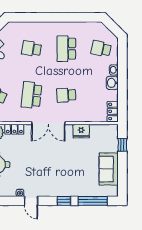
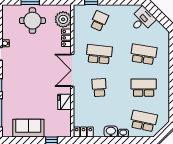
school desk: (32, 49) -> (144, 54), width x1.85
school desk: (101, 49) -> (144, 121), width x1.85

